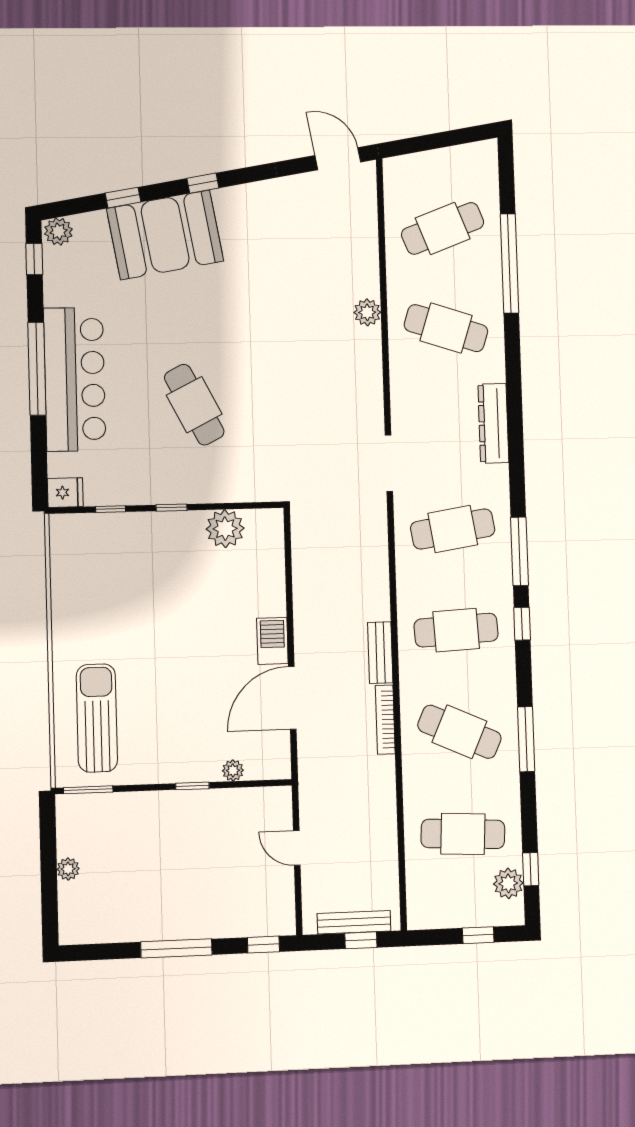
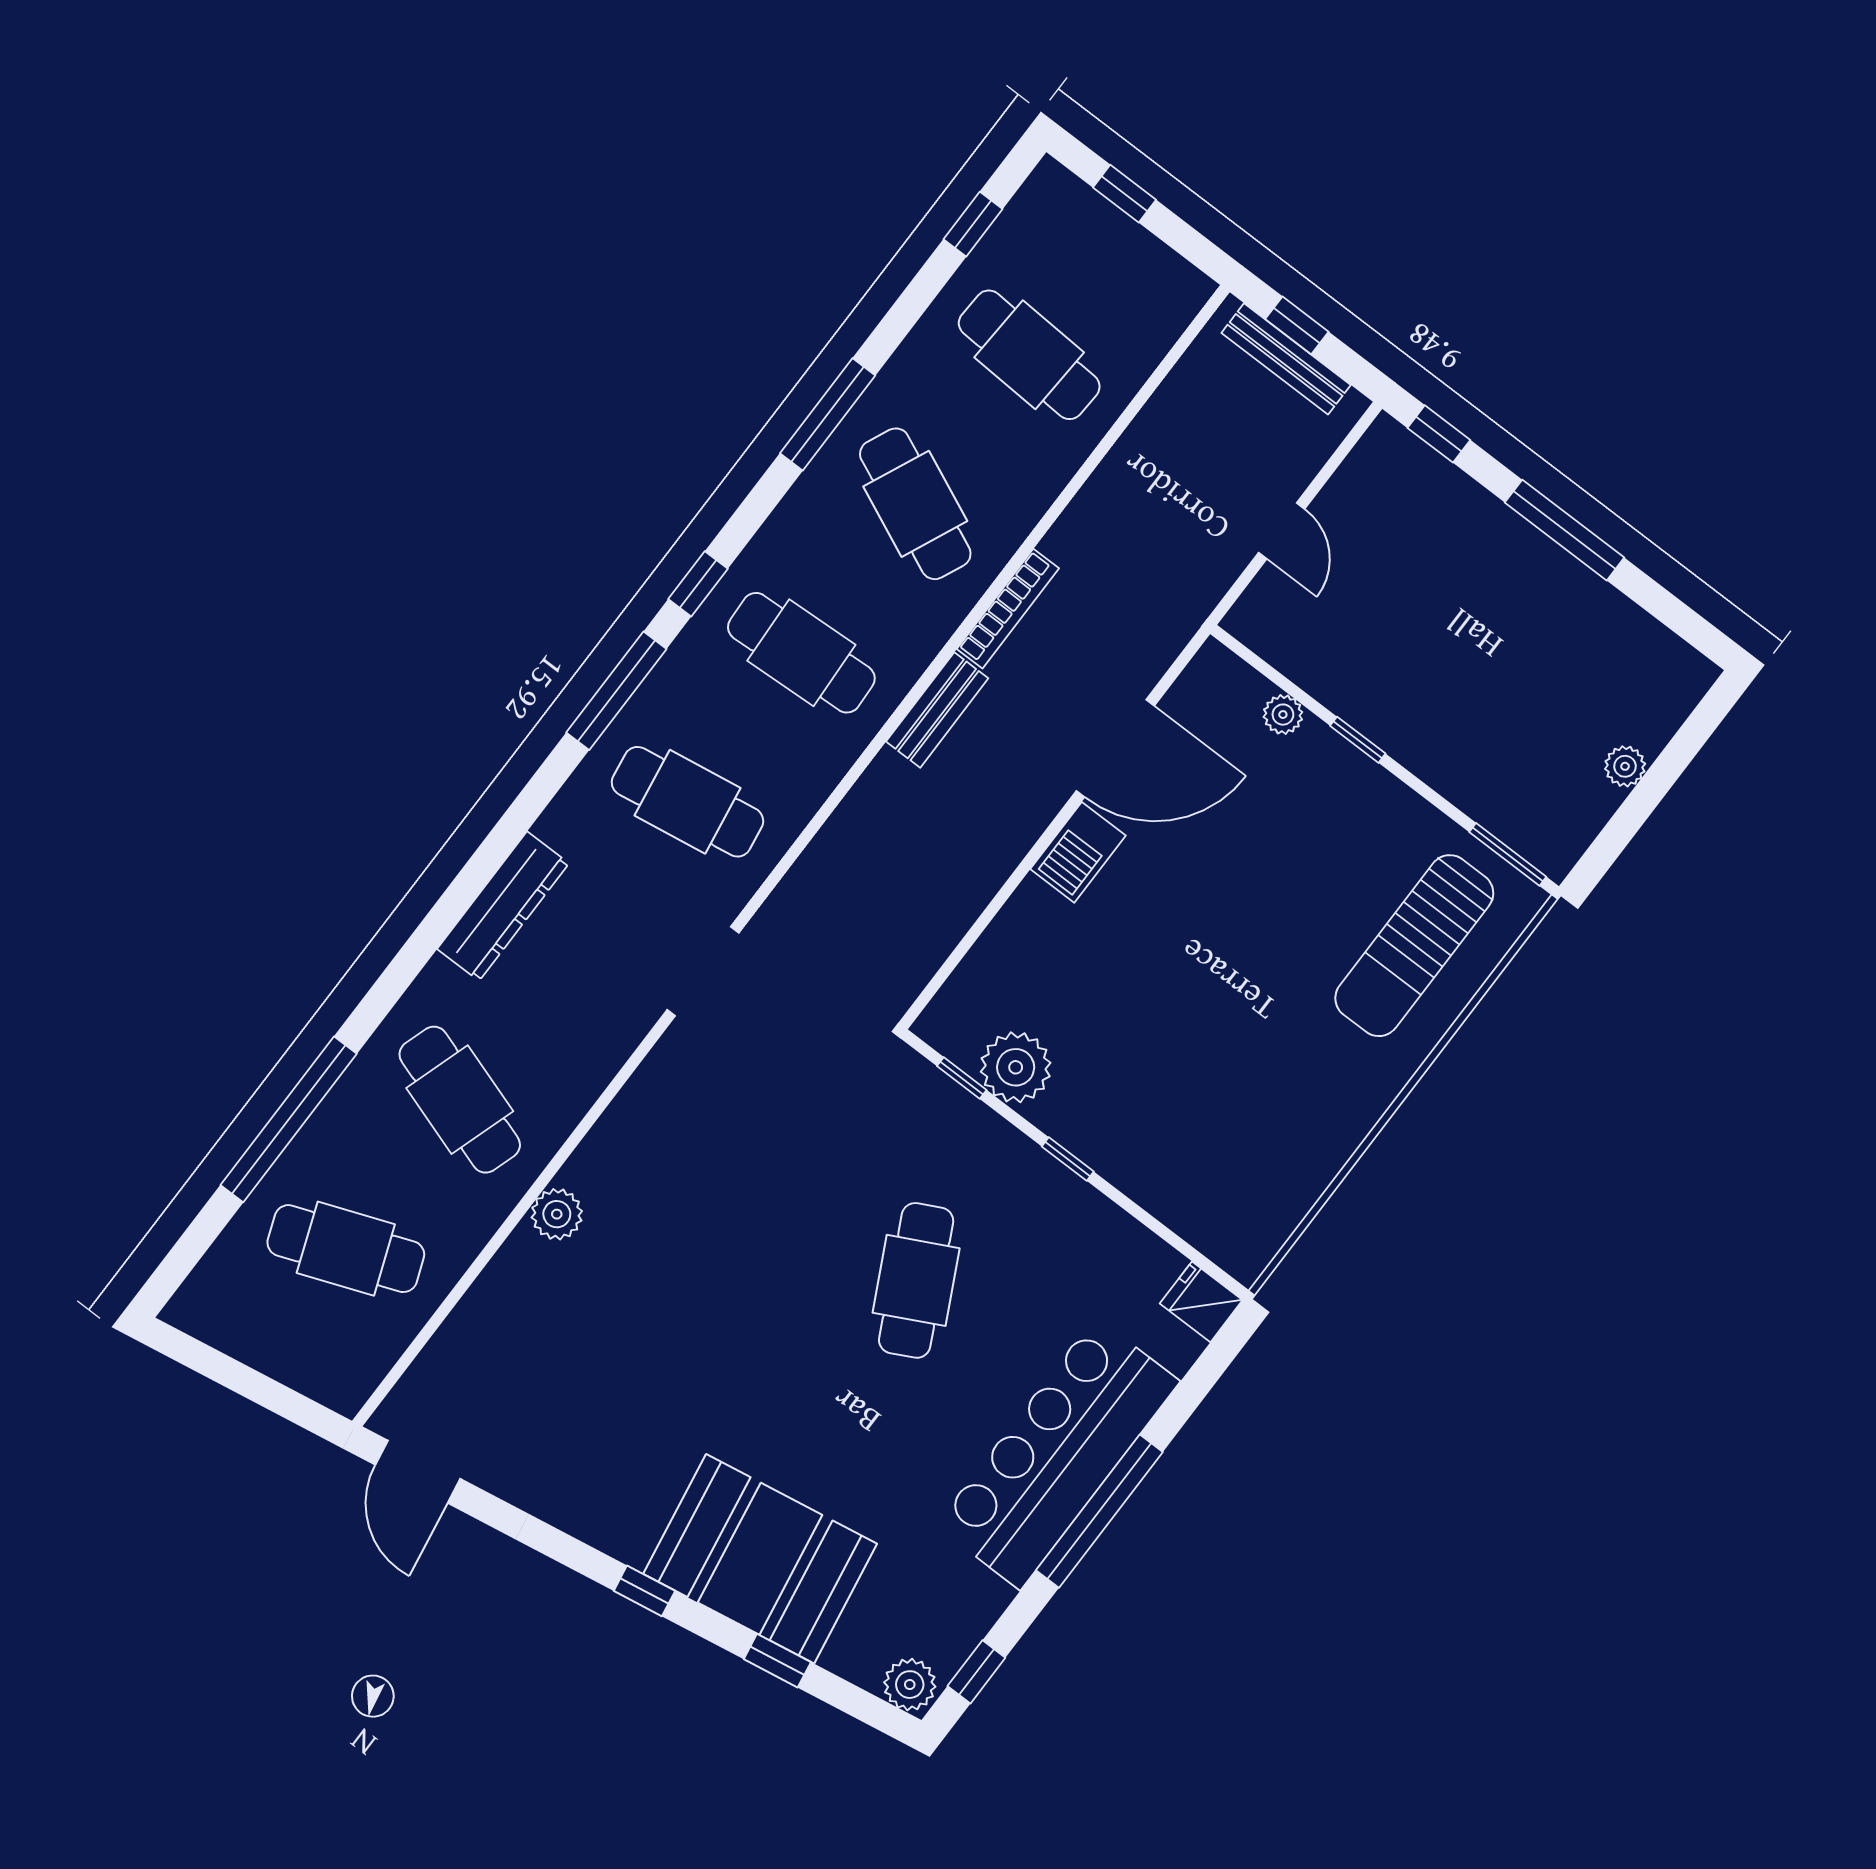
window: (111, 509) -> (962, 1078), moved
plant: (508, 883) -> (1022, 231), removed

